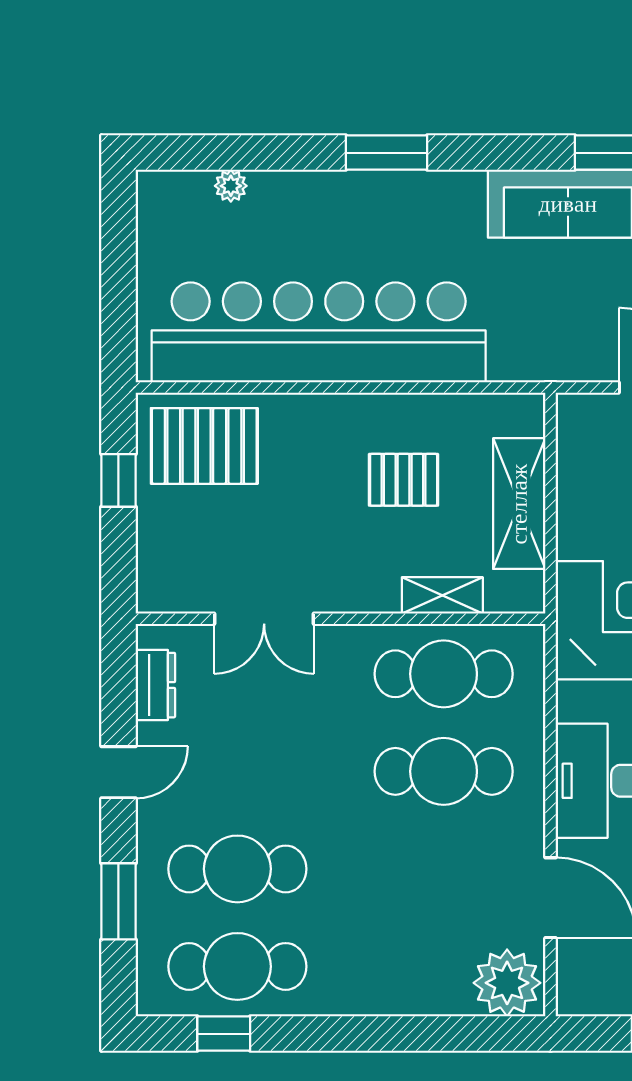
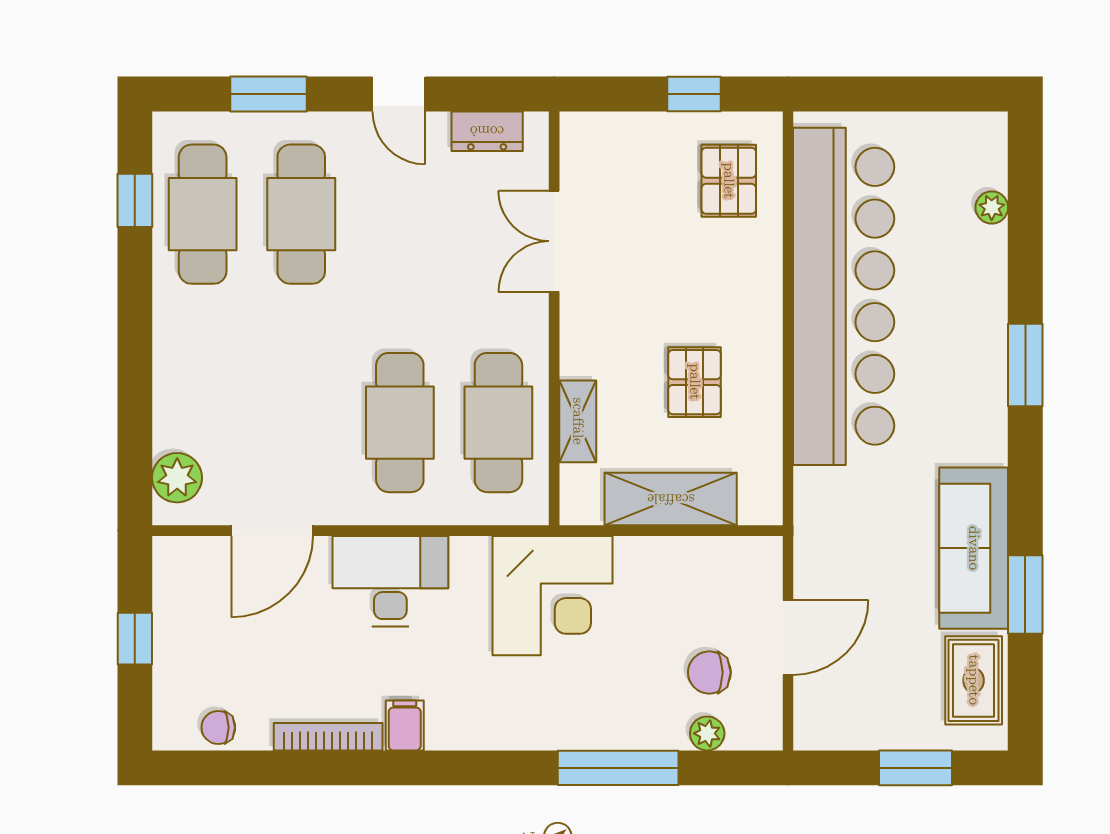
pallet: (204, 446) -> (729, 181), width x0.67, depth x0.71
plant: (507, 983) -> (177, 478), width x0.73, depth x0.73

